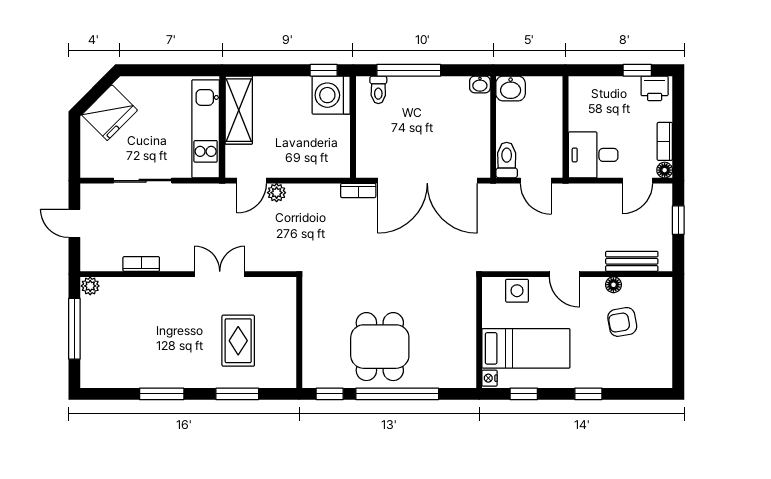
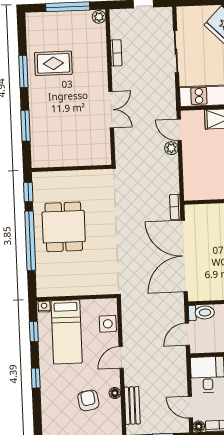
rug: (238, 341) -> (53, 63), moved
dining table: (380, 347) -> (64, 227), turned 90

